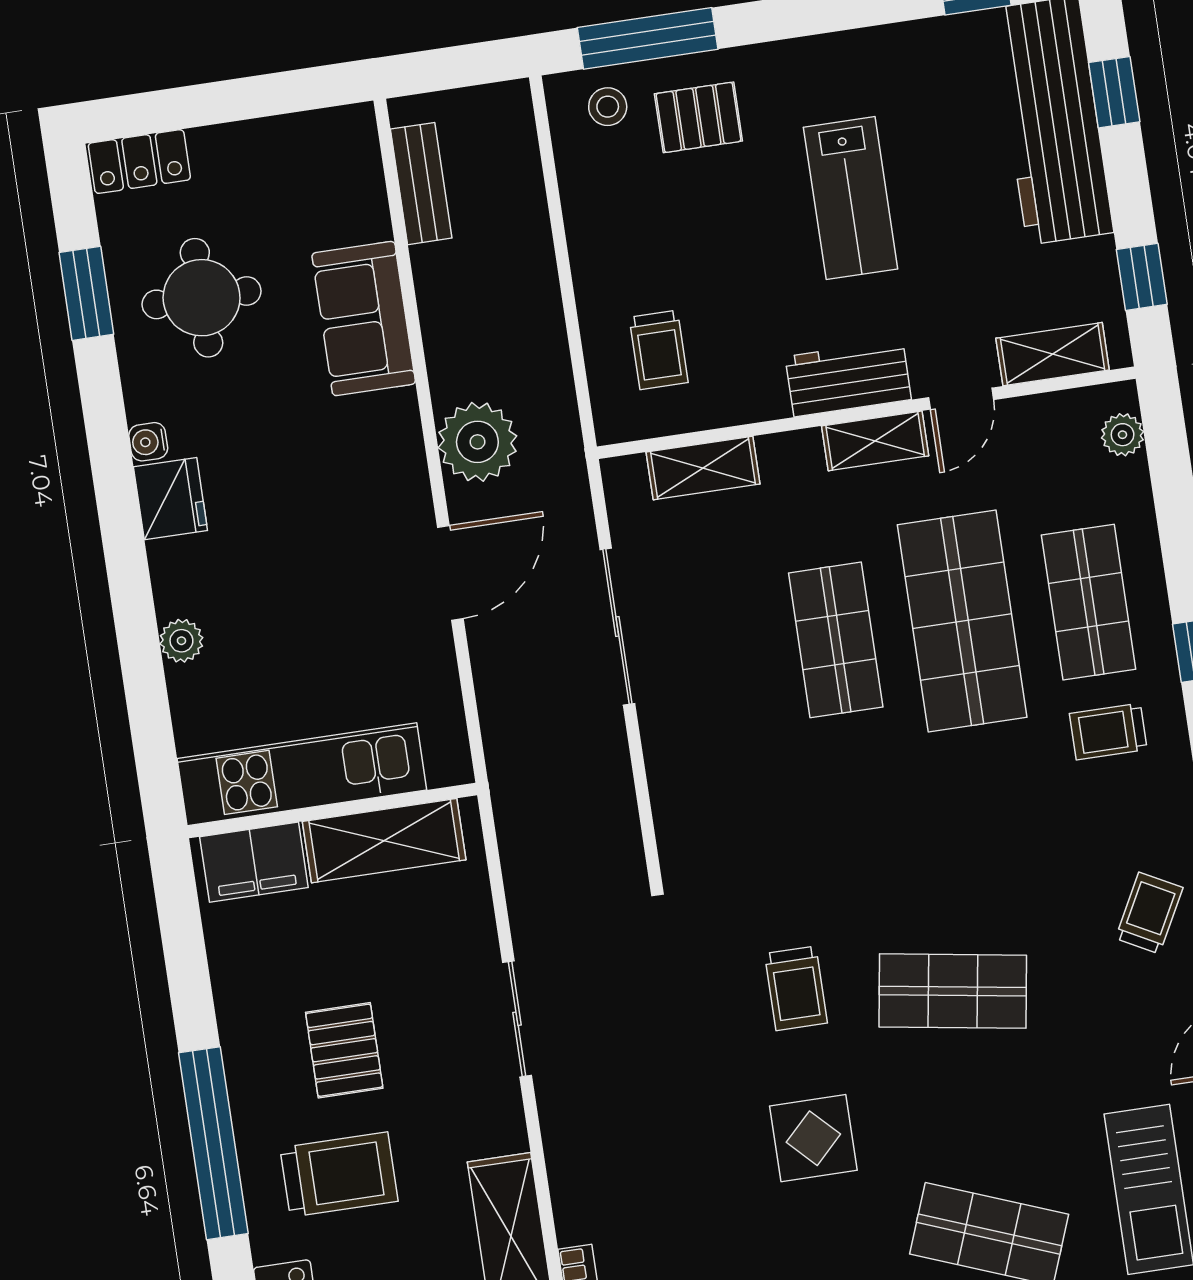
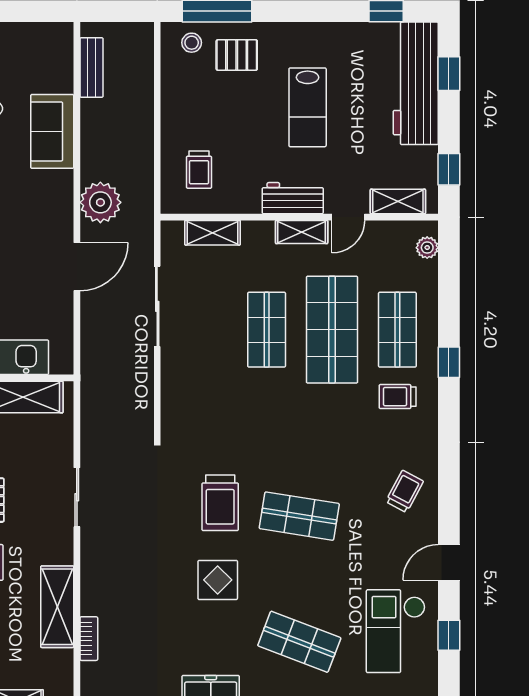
trolley: (796, 988) -> (220, 503), width x1.36, depth x1.39

